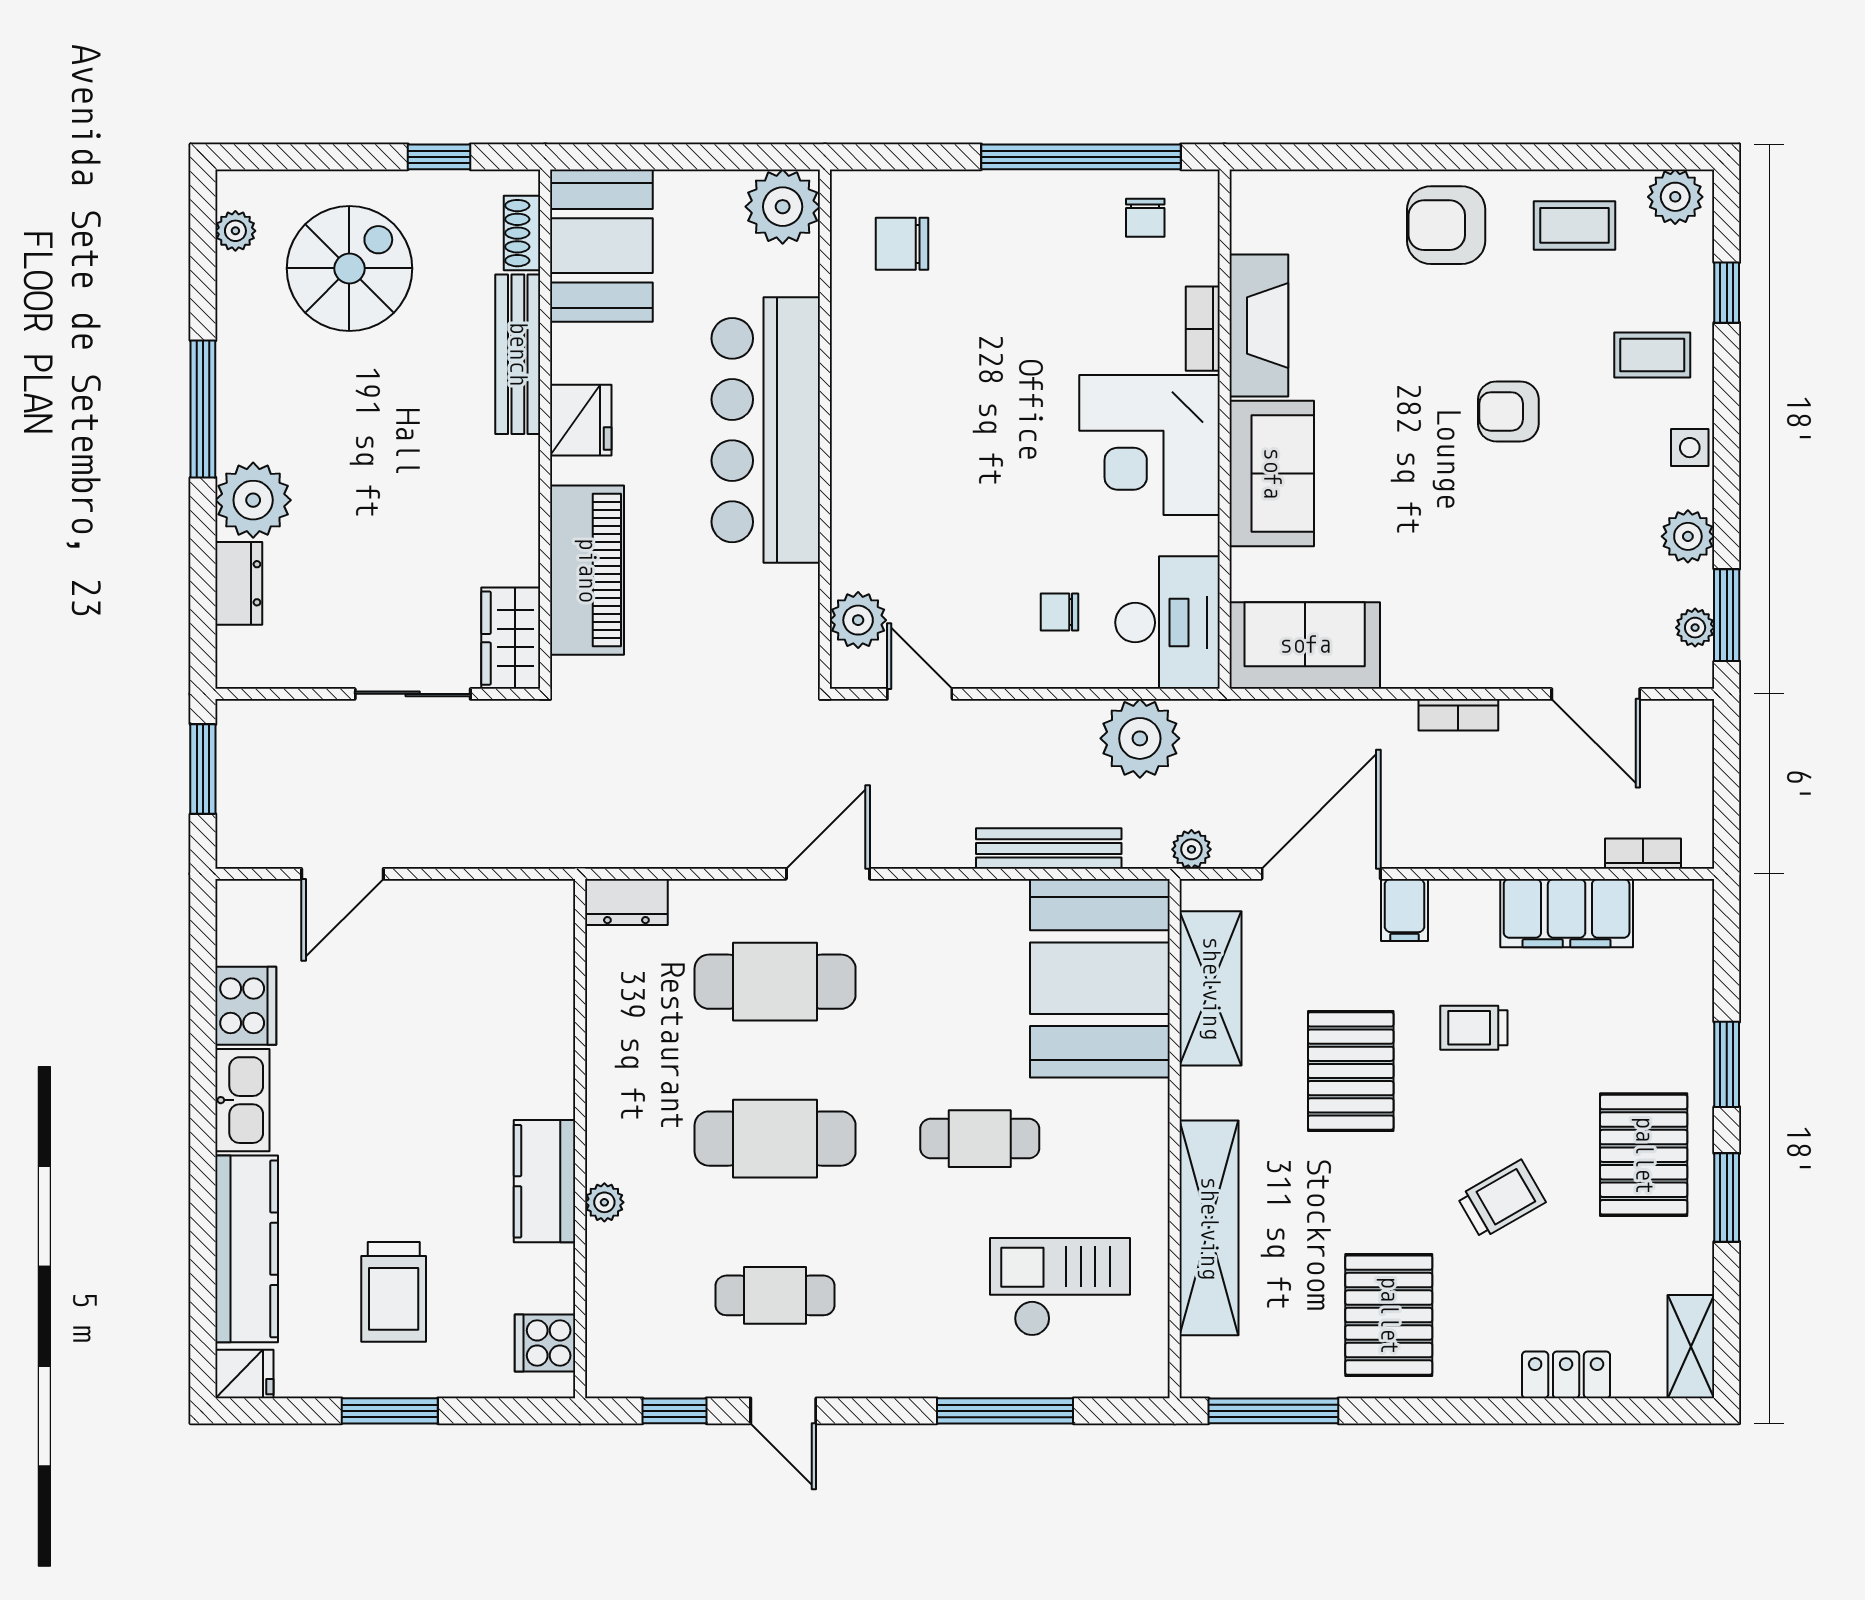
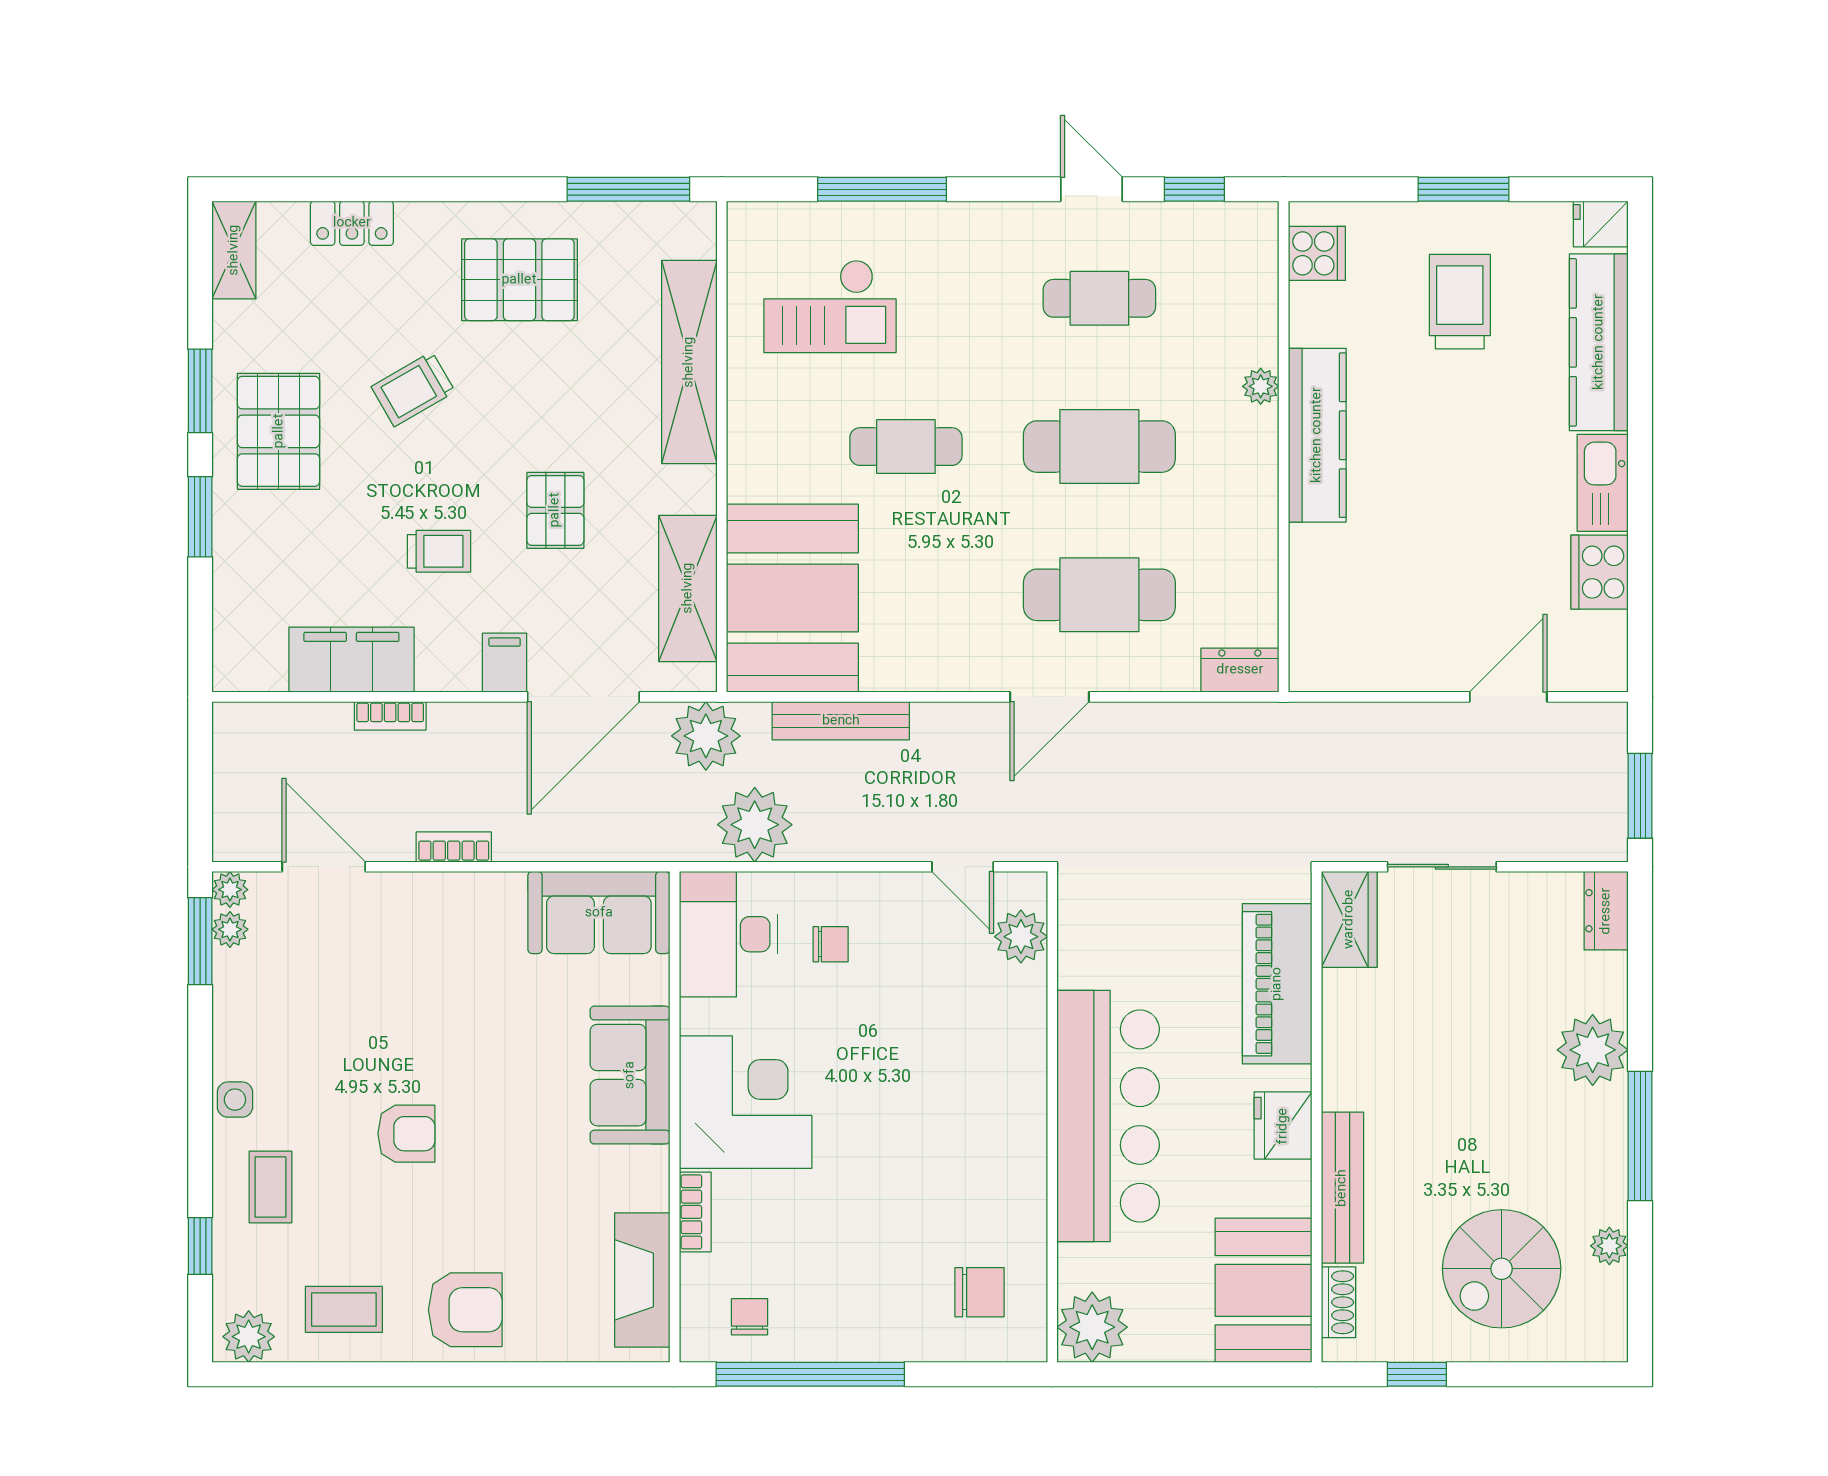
plant: (235, 231) -> (1609, 1246), moved
fireplace: (1259, 326) -> (642, 1280), moved
coffee table: (1652, 355) -> (270, 1187), turned 90
plant: (1688, 536) -> (230, 890), moved, width x0.73, depth x0.73
dresser: (239, 583) -> (1606, 911), moved
plant: (1191, 849) -> (706, 736), width x1.88, depth x1.88
bookcase: (1643, 854) -> (390, 716), moved
pallet: (1351, 1071) -> (555, 510), width x0.67, depth x0.71
kitchen counter: (544, 1181) -> (1317, 435), width x1.50
pallet: (1389, 1315) -> (519, 280), turned 90

